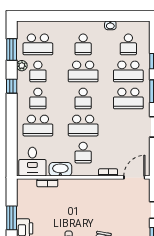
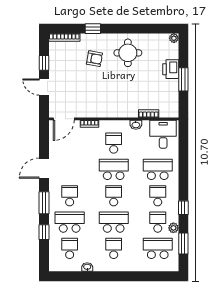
school desk: (128, 98) -> (70, 196), width x0.54
washbasin: (60, 169) -> (136, 125), width x0.52, depth x0.69

